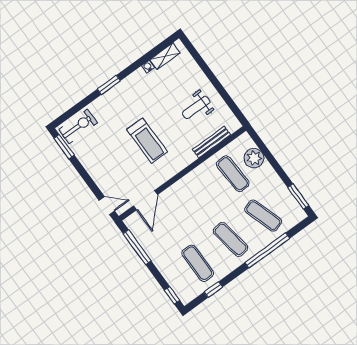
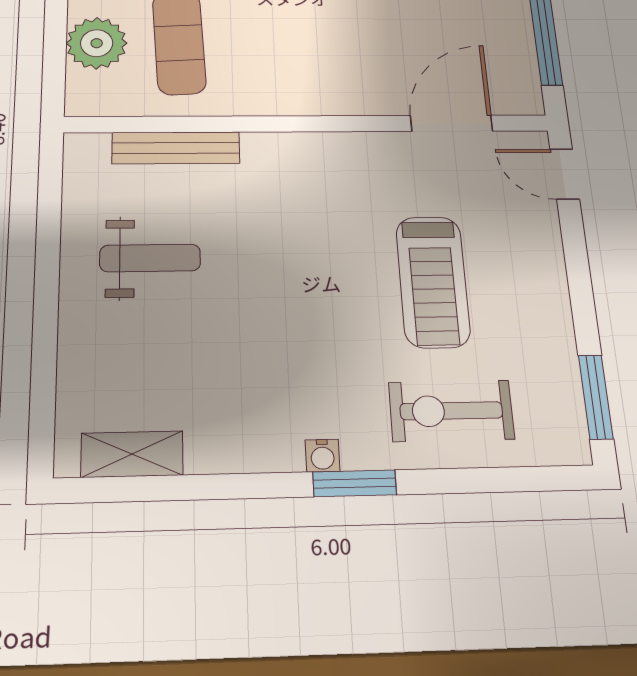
water cooler: (148, 67) -> (322, 456), moved
exercise bike: (78, 126) -> (451, 411), moved
treadmill: (147, 141) -> (433, 281), moved, turned 180

